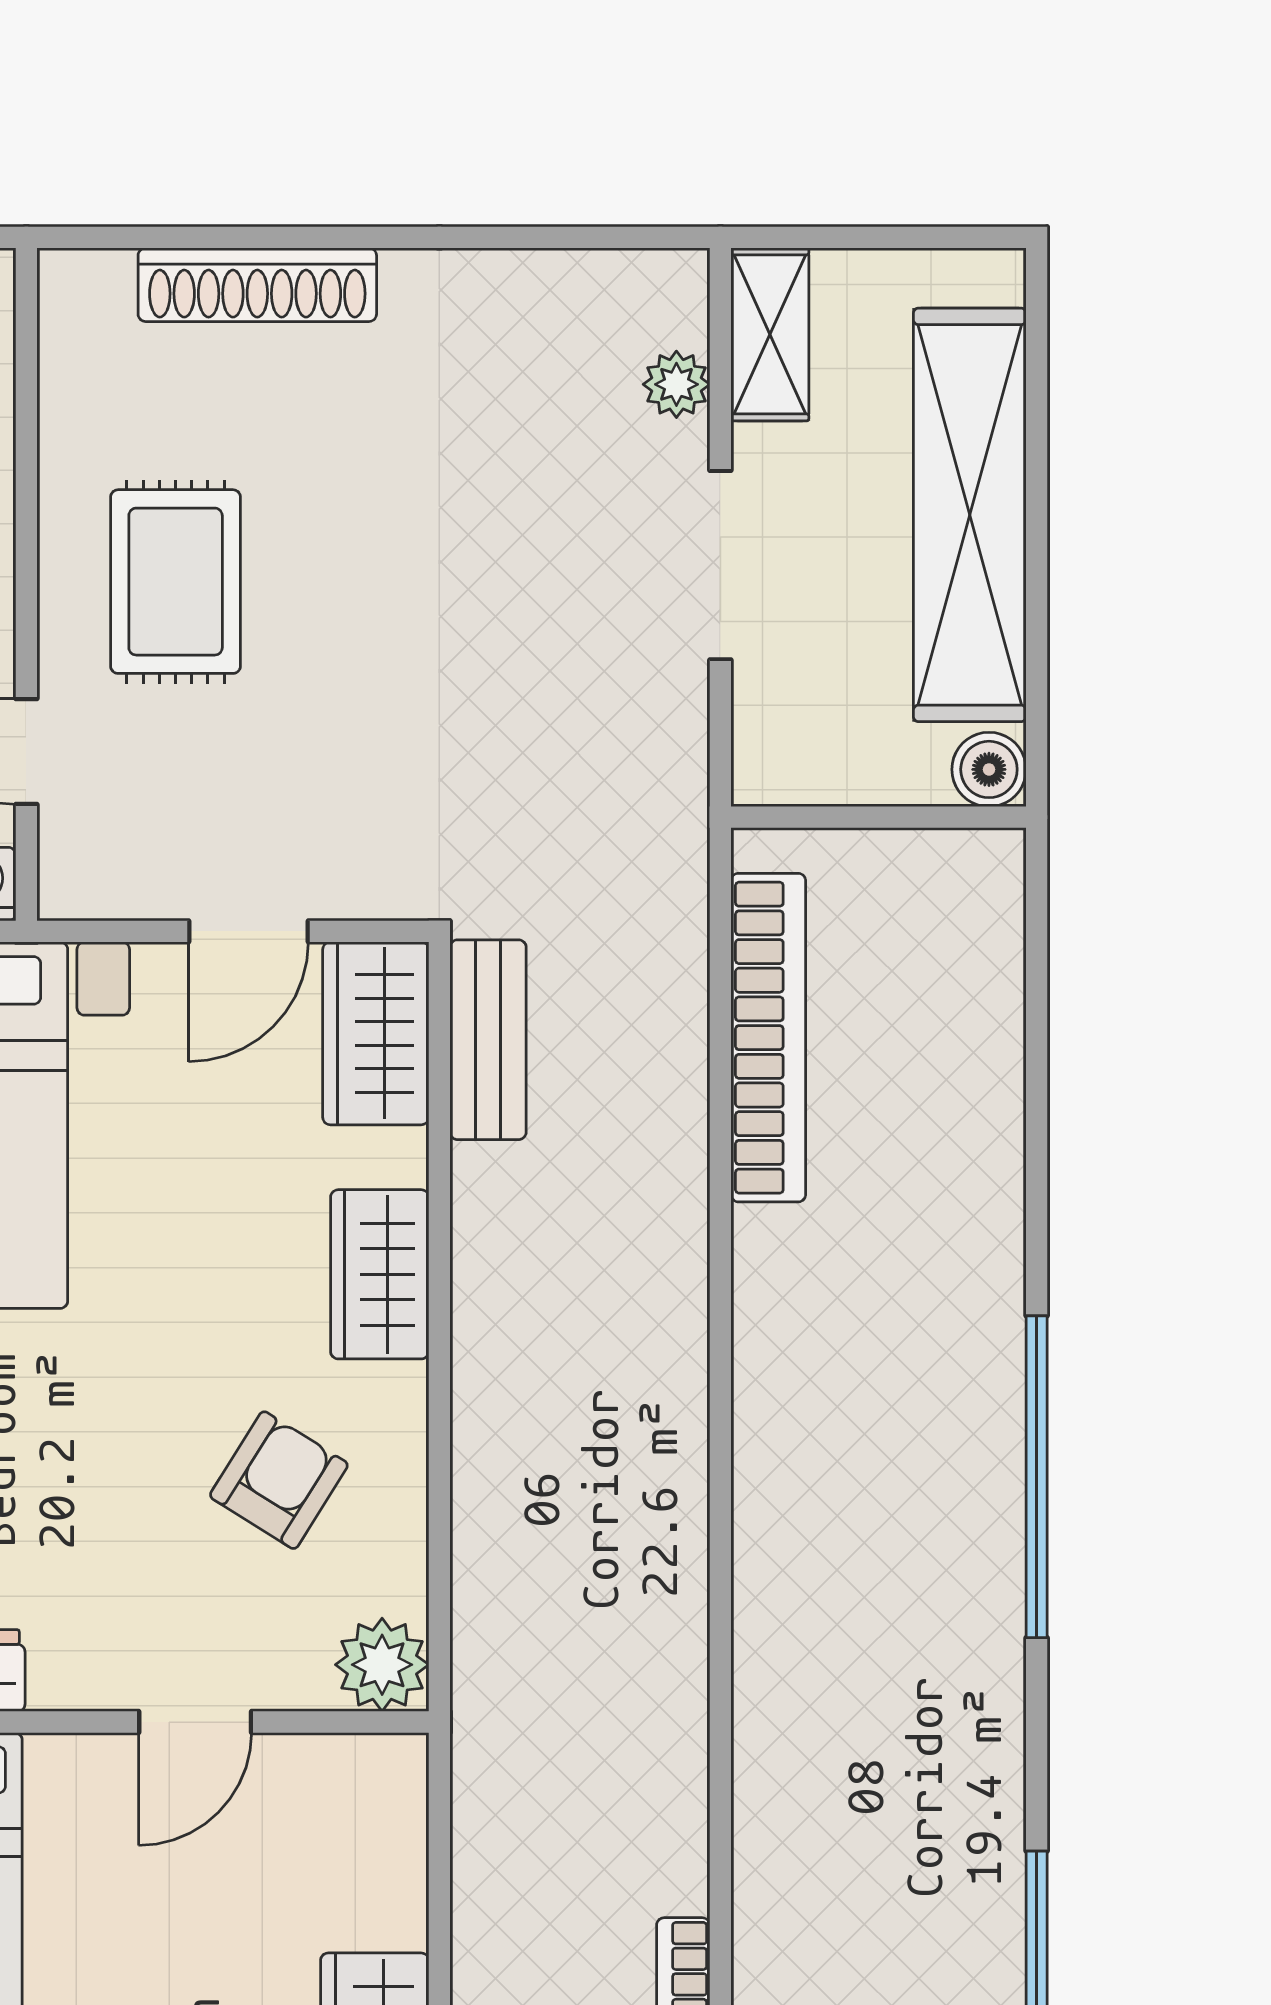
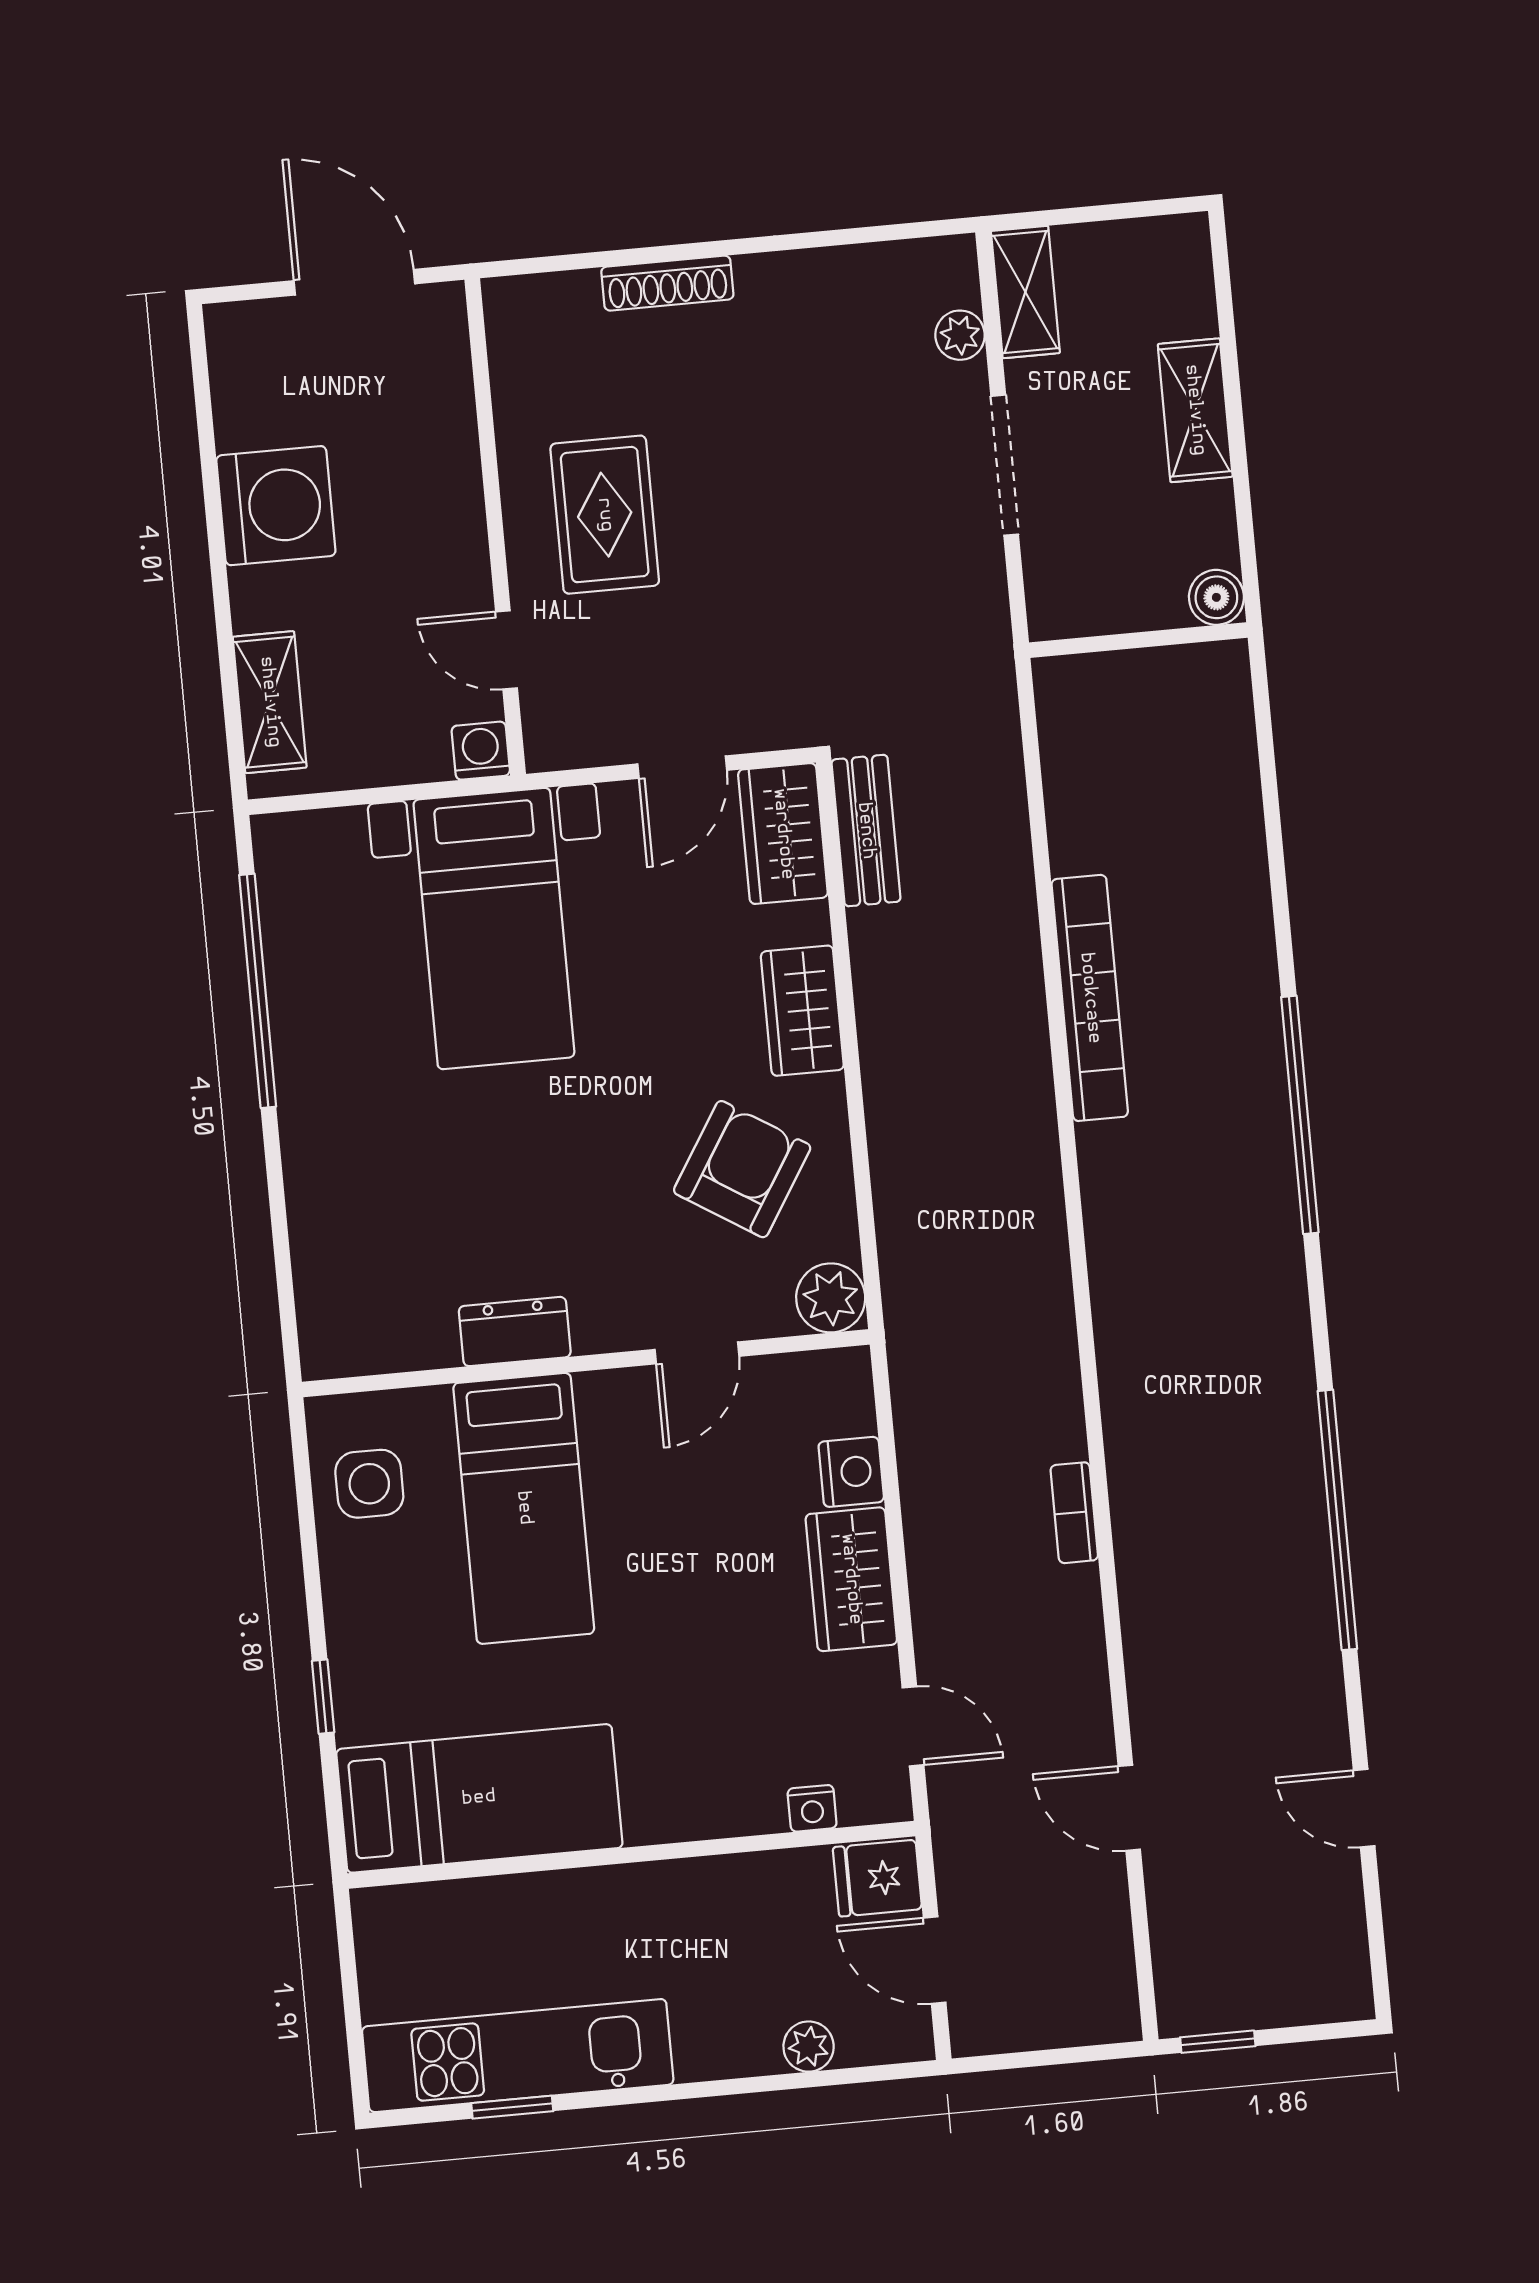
shoe rack: (257, 285) -> (667, 283), width x0.74, depth x0.81
shelving: (970, 515) -> (1195, 410), width x0.45, depth x0.75
bookcase: (768, 1038) -> (1090, 998), moved
armchair: (279, 1480) -> (742, 1169), width x1.38, depth x1.38
nightstand: (388, 1902) -> (851, 1472), added

